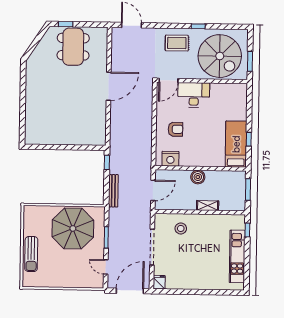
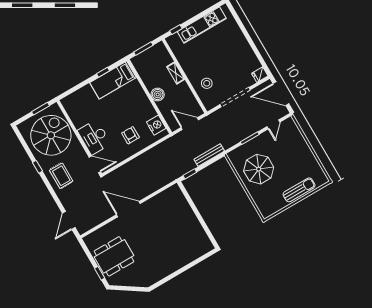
parasol: (73, 228) -> (259, 169), width x0.73, depth x0.73

